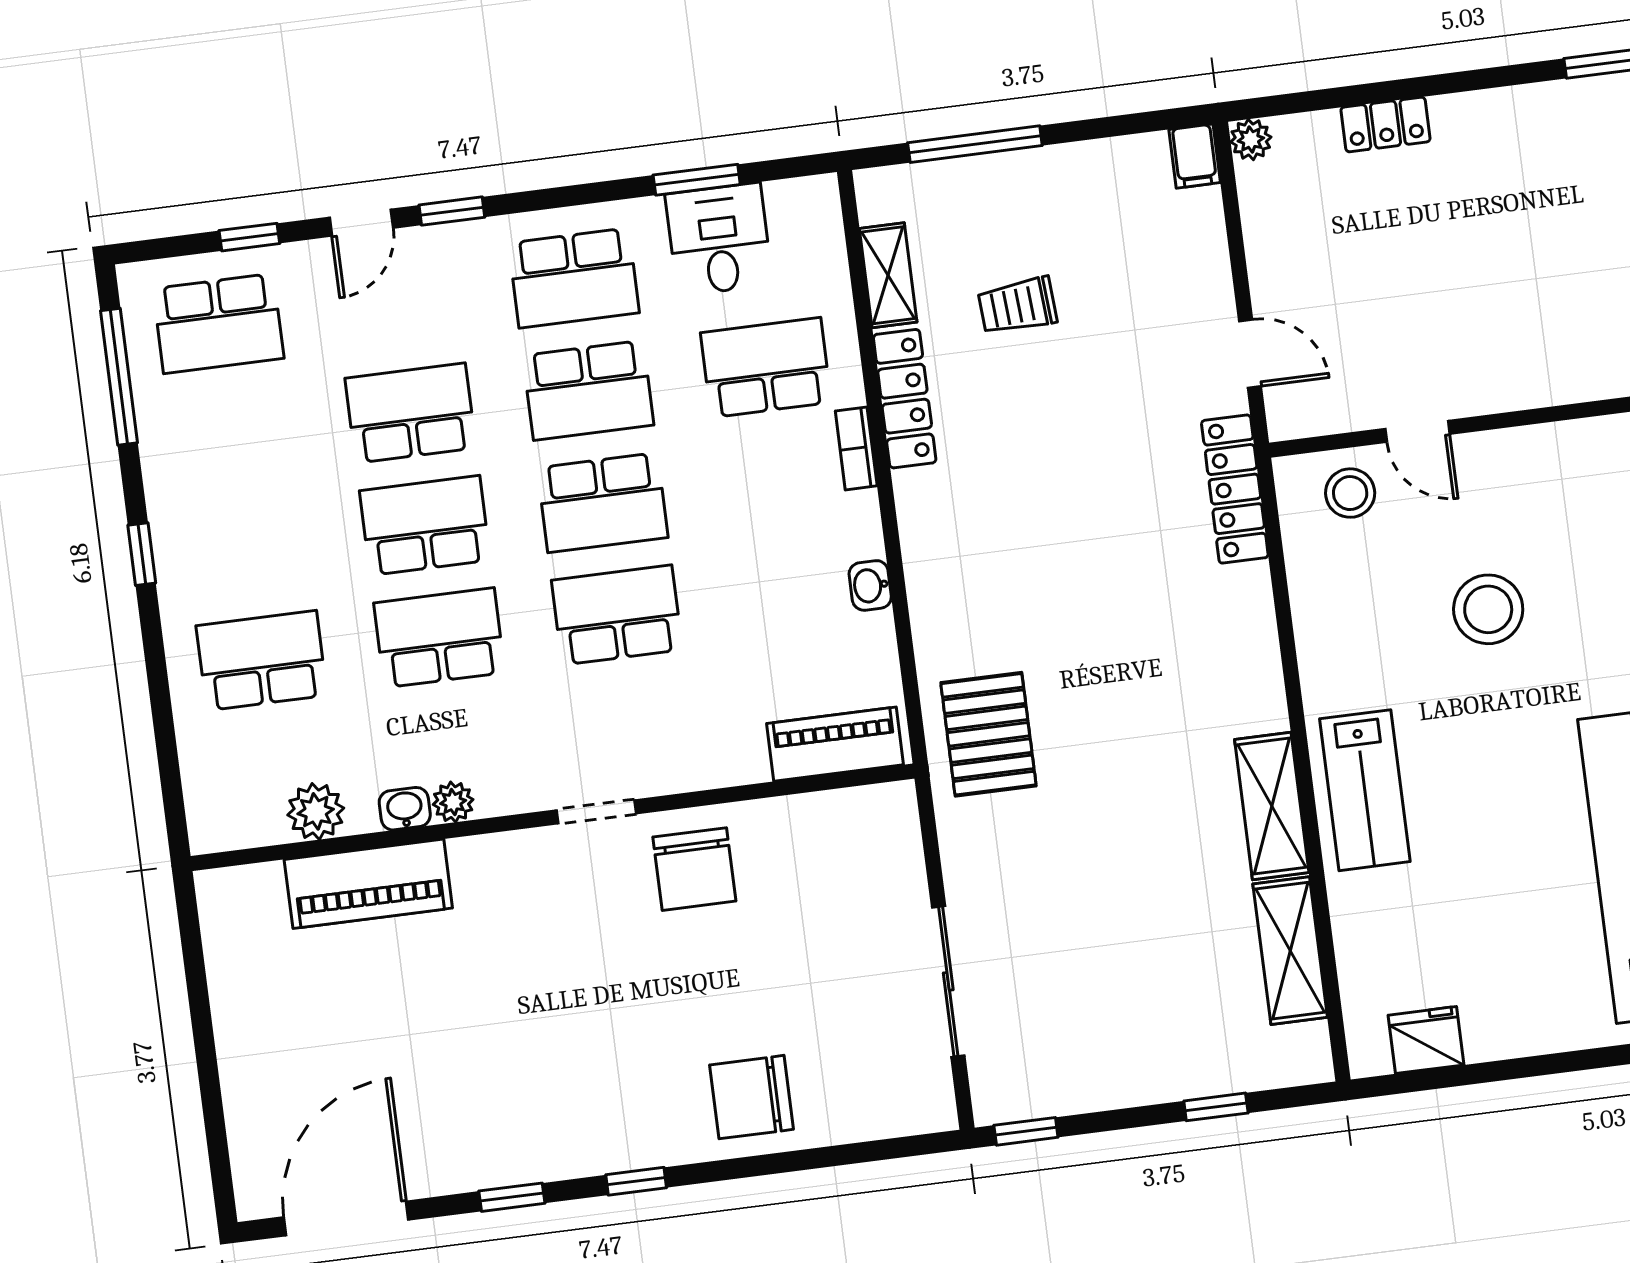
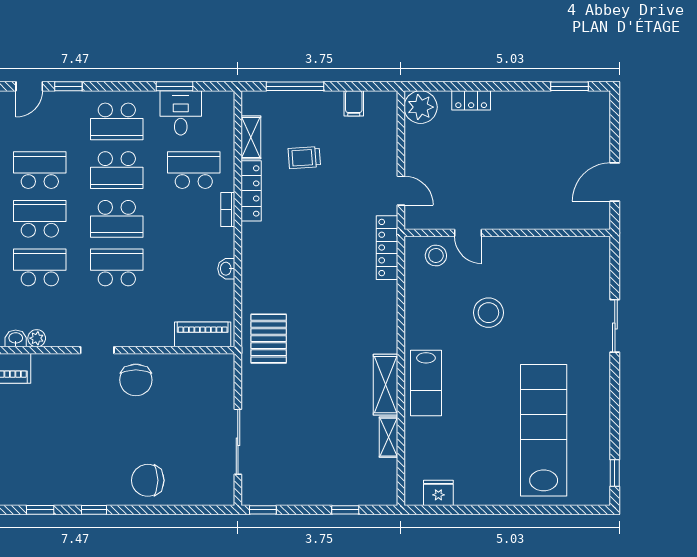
plant: (1251, 140) -> (421, 107), width x1.88, depth x1.88
filing cabinet: (1195, 156) -> (354, 103), moved
shelving: (1290, 951) -> (388, 437), width x0.67, depth x0.75

